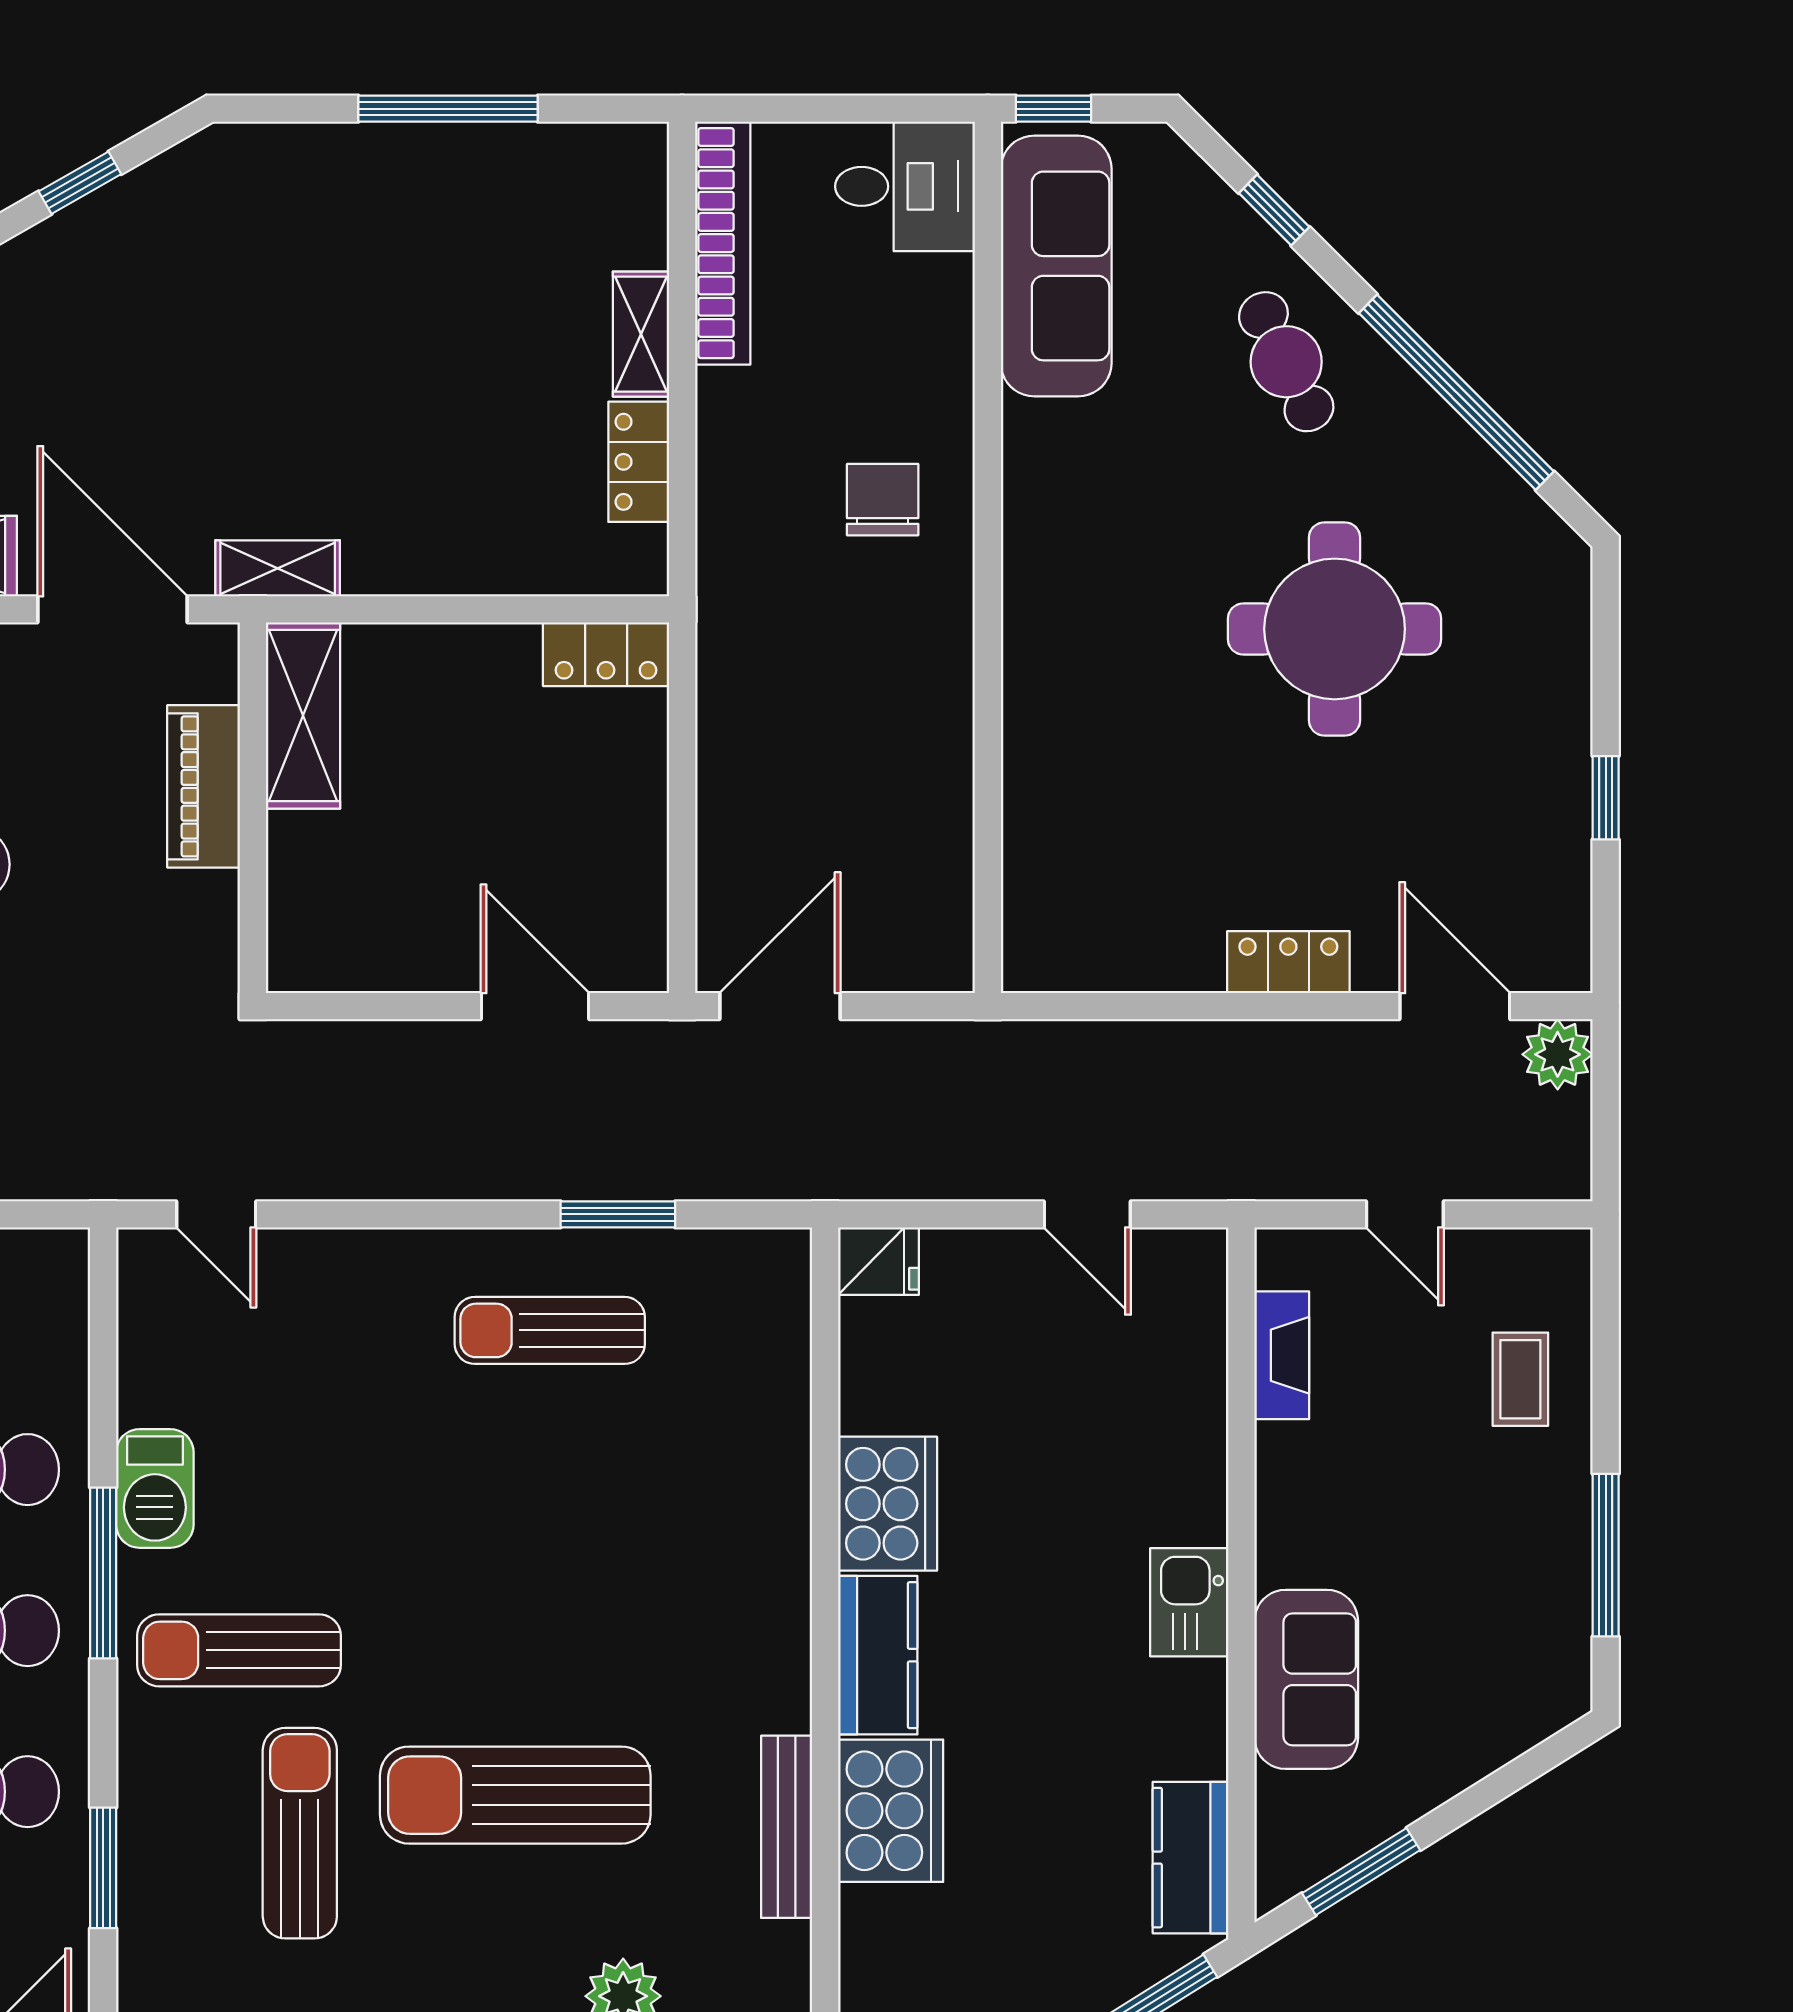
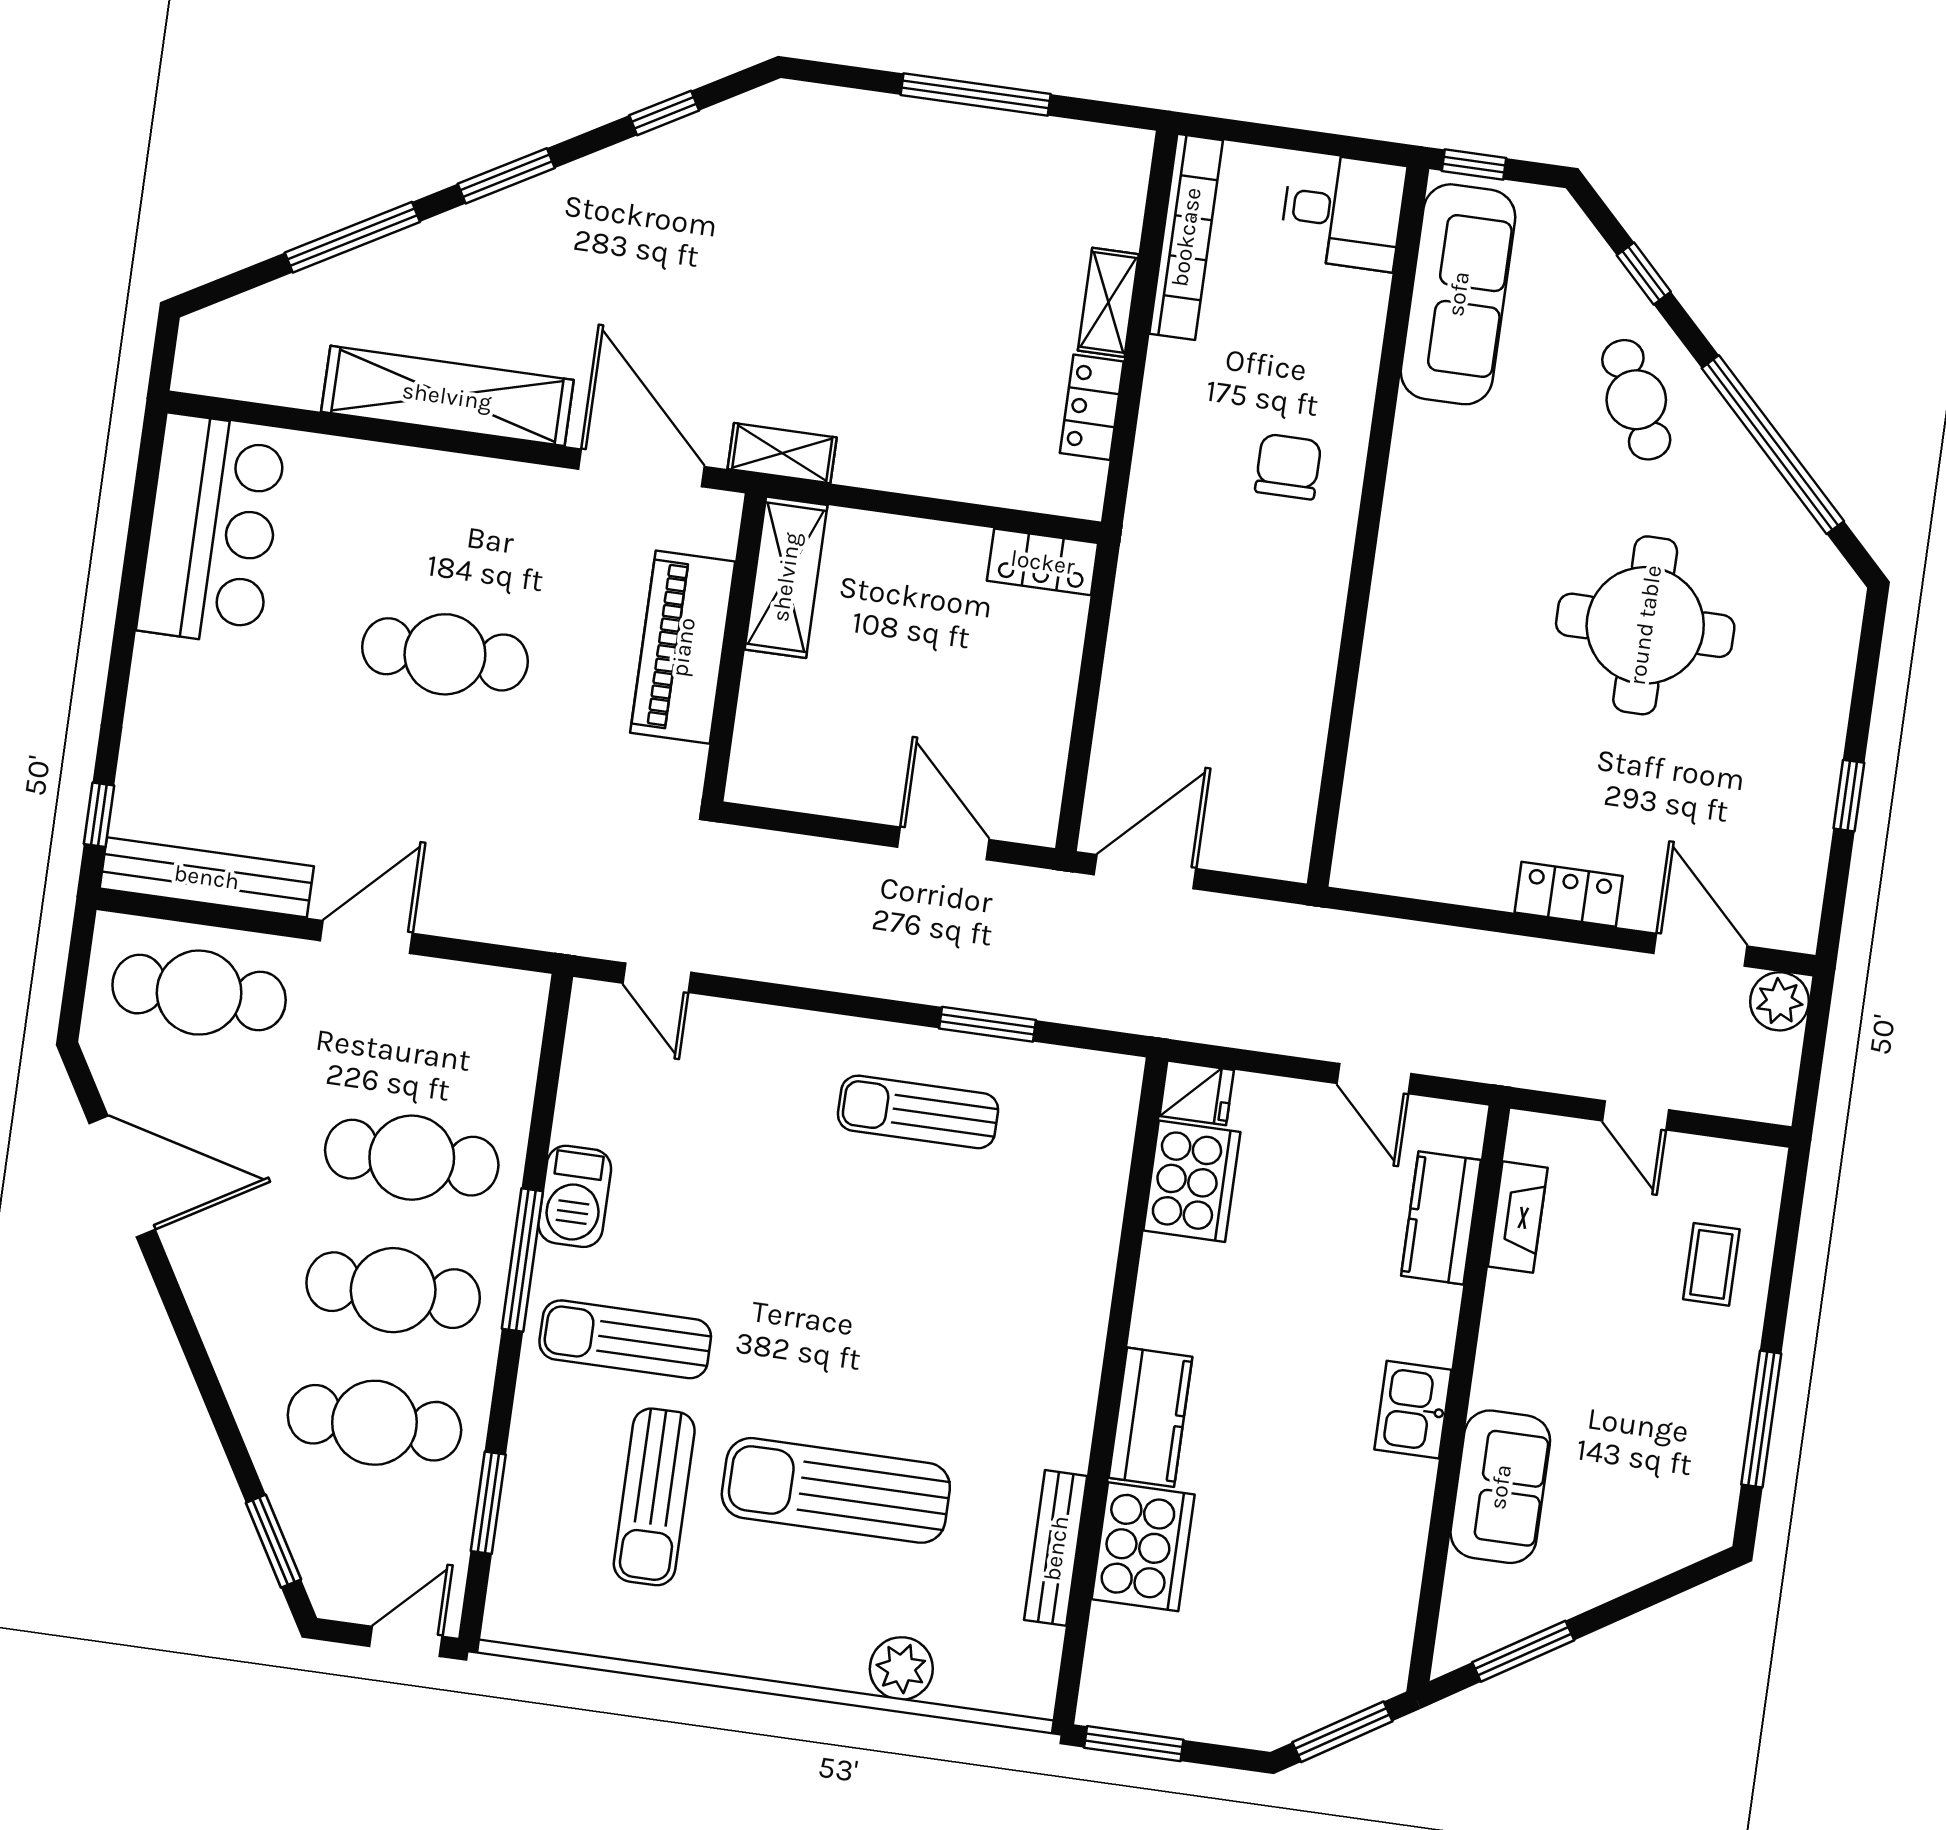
piano: (203, 786) -> (683, 647), width x1.37, depth x1.33
cooker: (888, 1504) -> (1192, 1181), moved
sun lounger: (300, 1833) -> (654, 1497), turned 180
kitchen counter: (1191, 1858) -> (1441, 1218), moved

